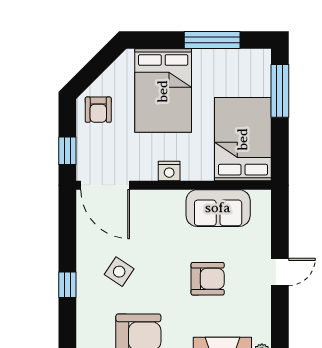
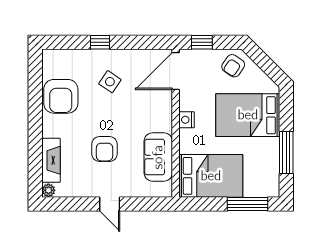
armchair: (98, 110) -> (233, 66), turned -56

